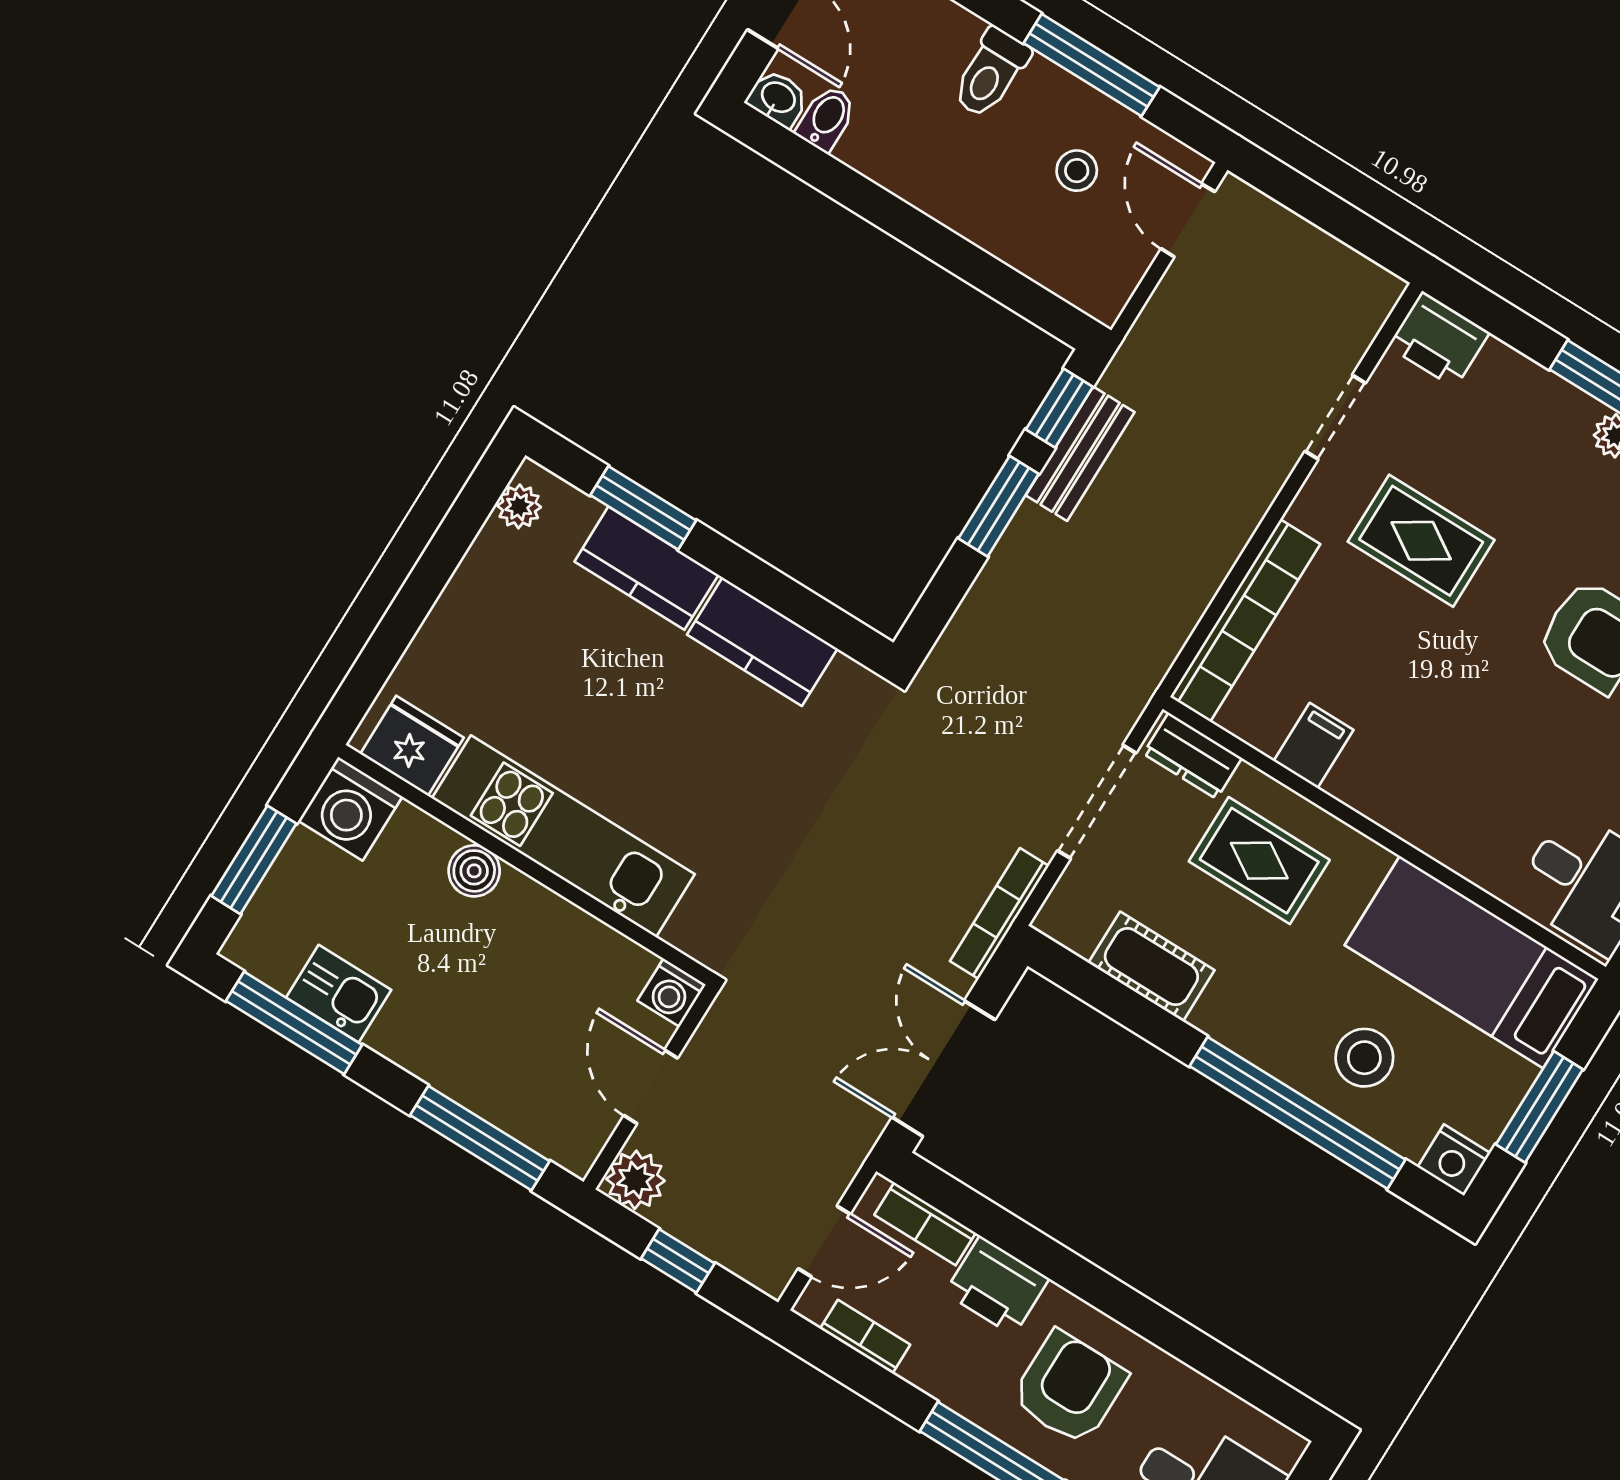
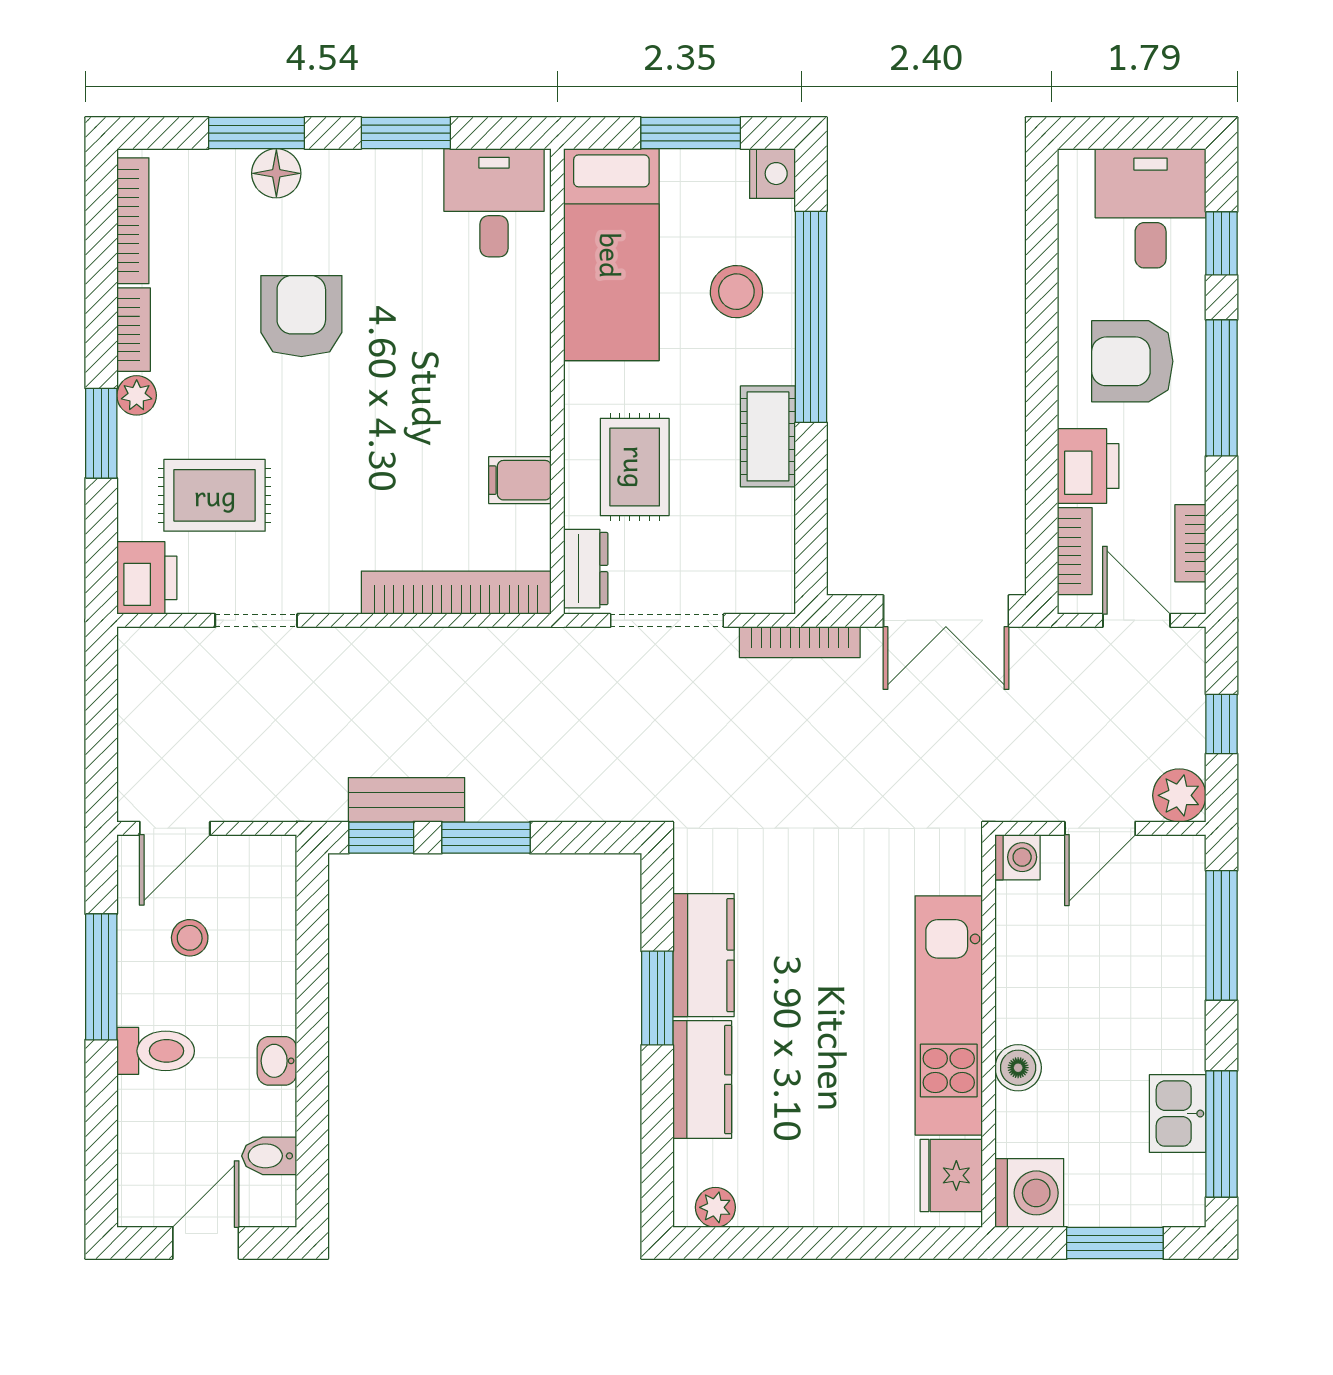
washbasin: (778, 98) -> (277, 1061), moved
window: (643, 508) -> (657, 998), moved
rug: (1421, 541) -> (215, 495), moved, turned 90
cot: (1151, 967) -> (768, 436), moved

